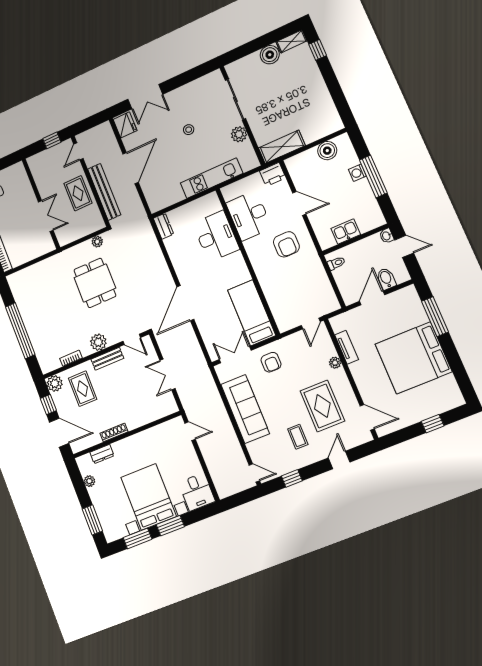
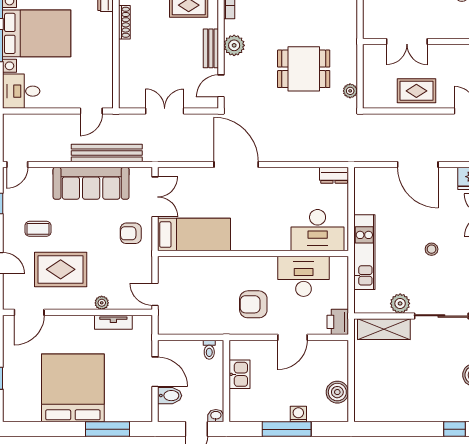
shelving: (282, 147) -> (384, 329), moved, turned 90
bench: (104, 192) -> (107, 153), moved
desk: (216, 236) -> (318, 230), moved

